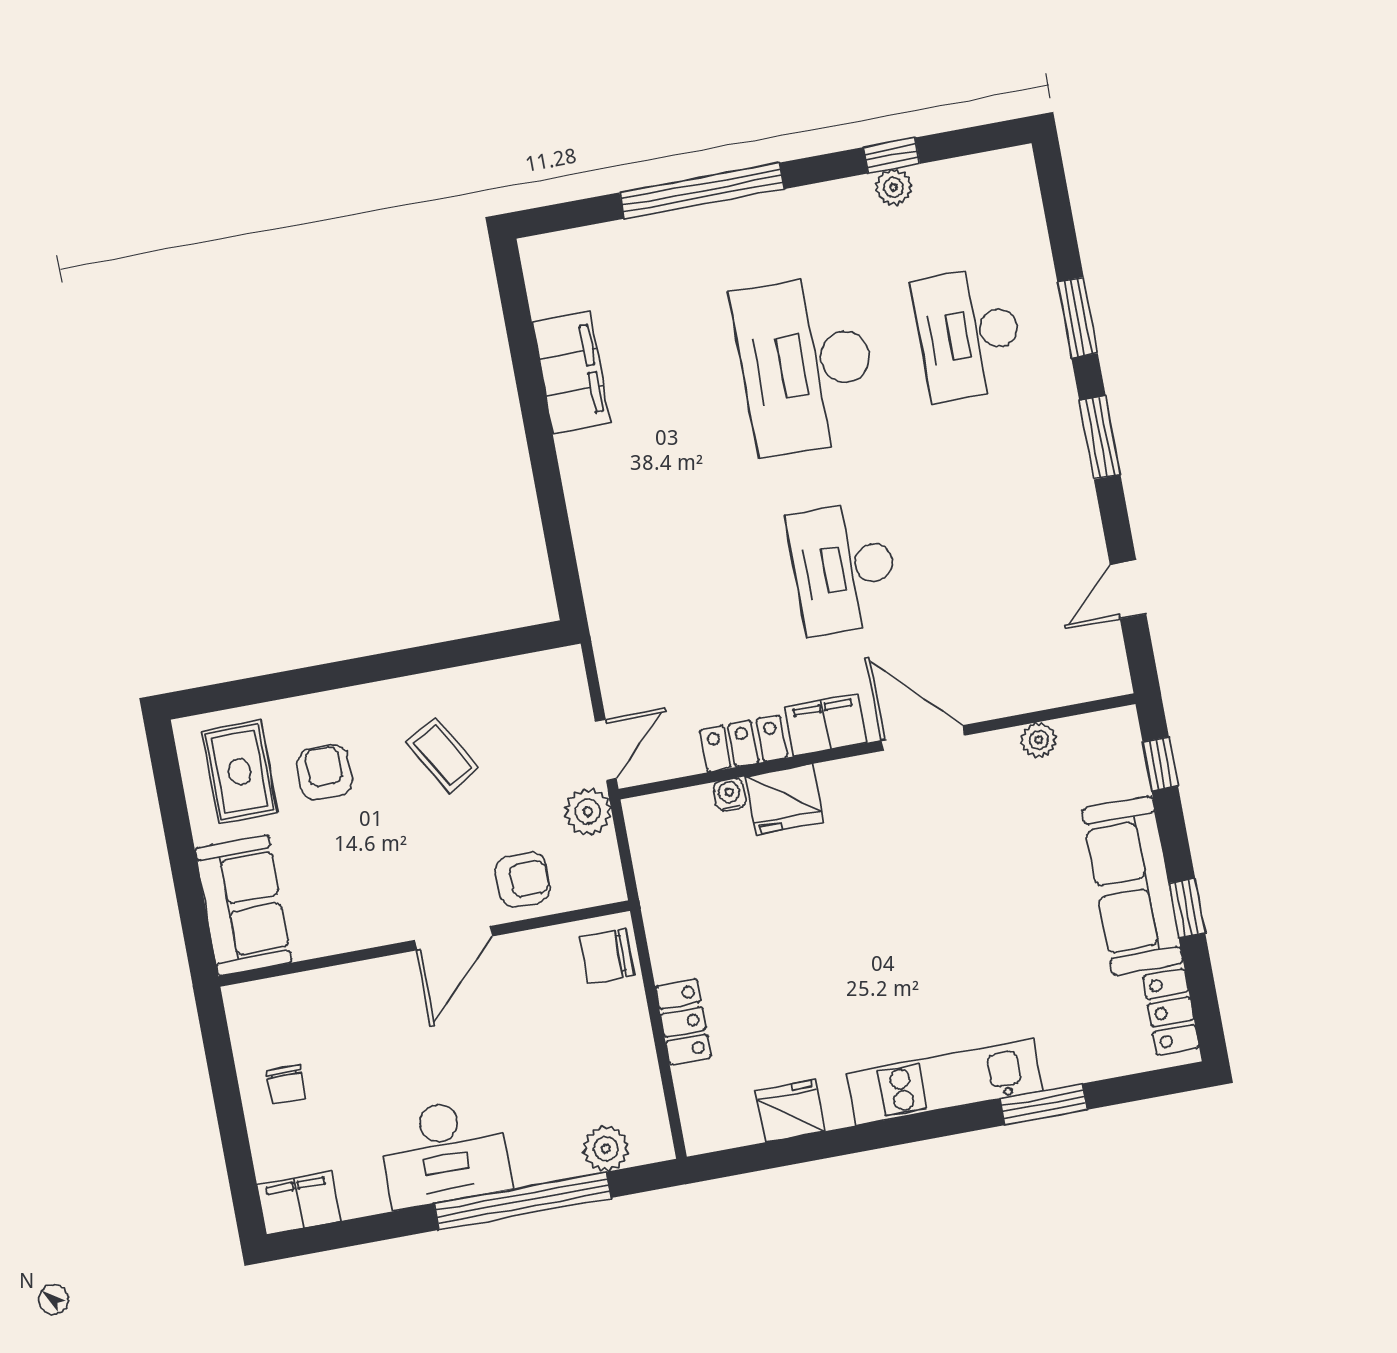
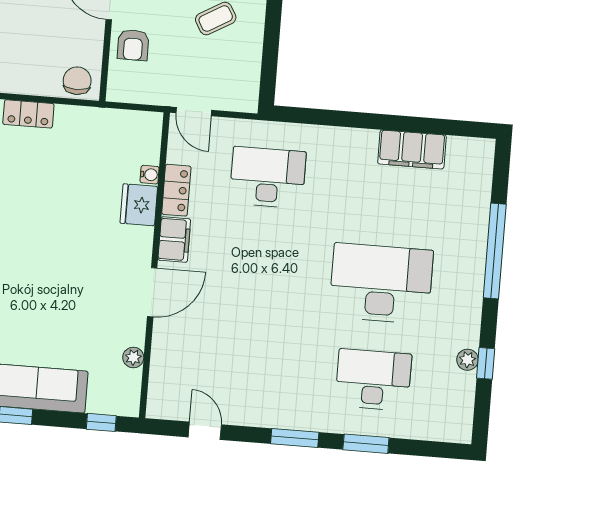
desk: (844, 568) -> (268, 177), moved
plant: (588, 812) -> (162, 92), removed

